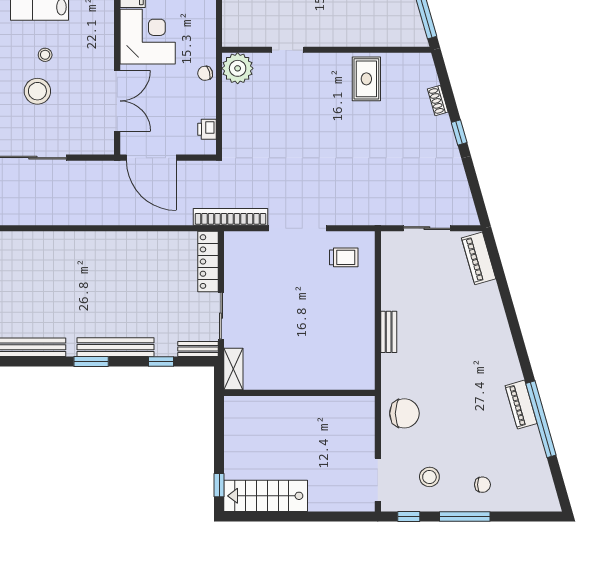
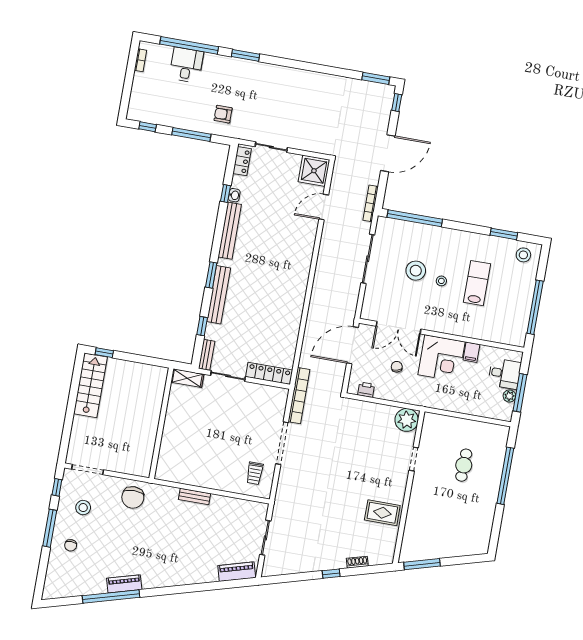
chair: (205, 73) -> (397, 367), moved

